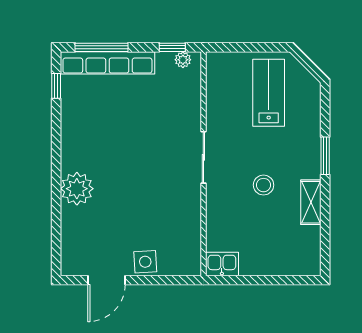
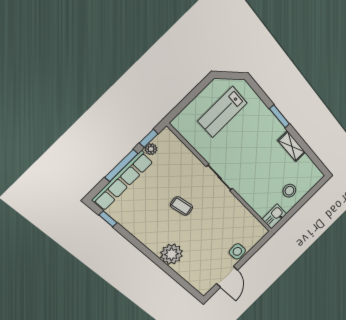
window: (101, 47) -> (121, 166), moved
plant: (183, 60) -> (151, 149), moved
lab bench: (269, 93) -> (223, 112), turned -90
coffee table: (137, 147) -> (182, 206), added
stool: (264, 185) -> (289, 191), moved

